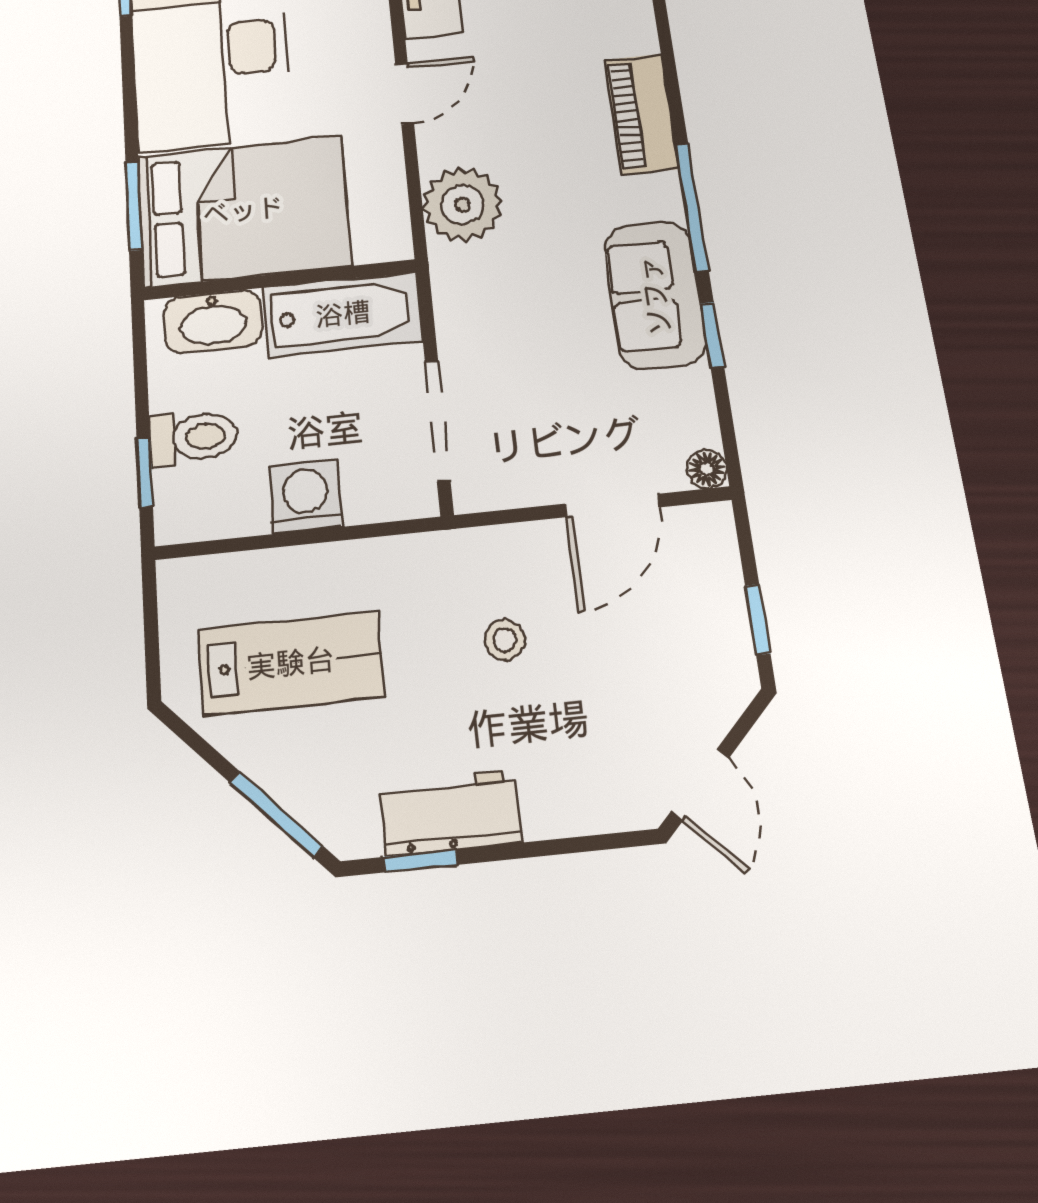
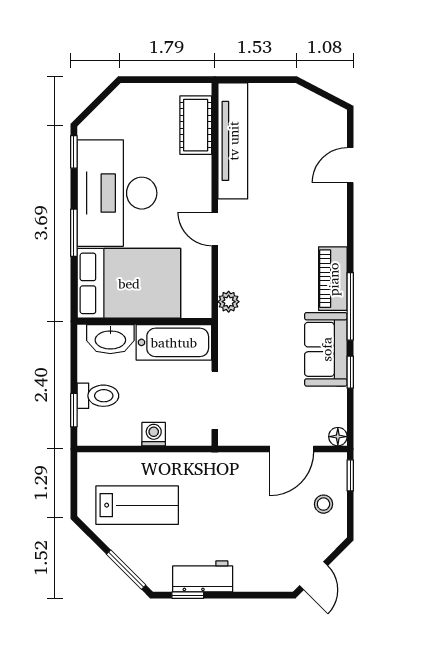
door: (404, 94) -> (215, 229), swing flipped
piano: (642, 114) -> (333, 279), moved
plant: (462, 205) -> (229, 302), width x0.53, depth x0.53
window: (134, 206) -> (74, 233), moved
washing machine: (305, 496) -> (154, 434), width x0.73, depth x0.73
window: (758, 619) -> (350, 475), moved
stool: (505, 640) -> (323, 504), moved

